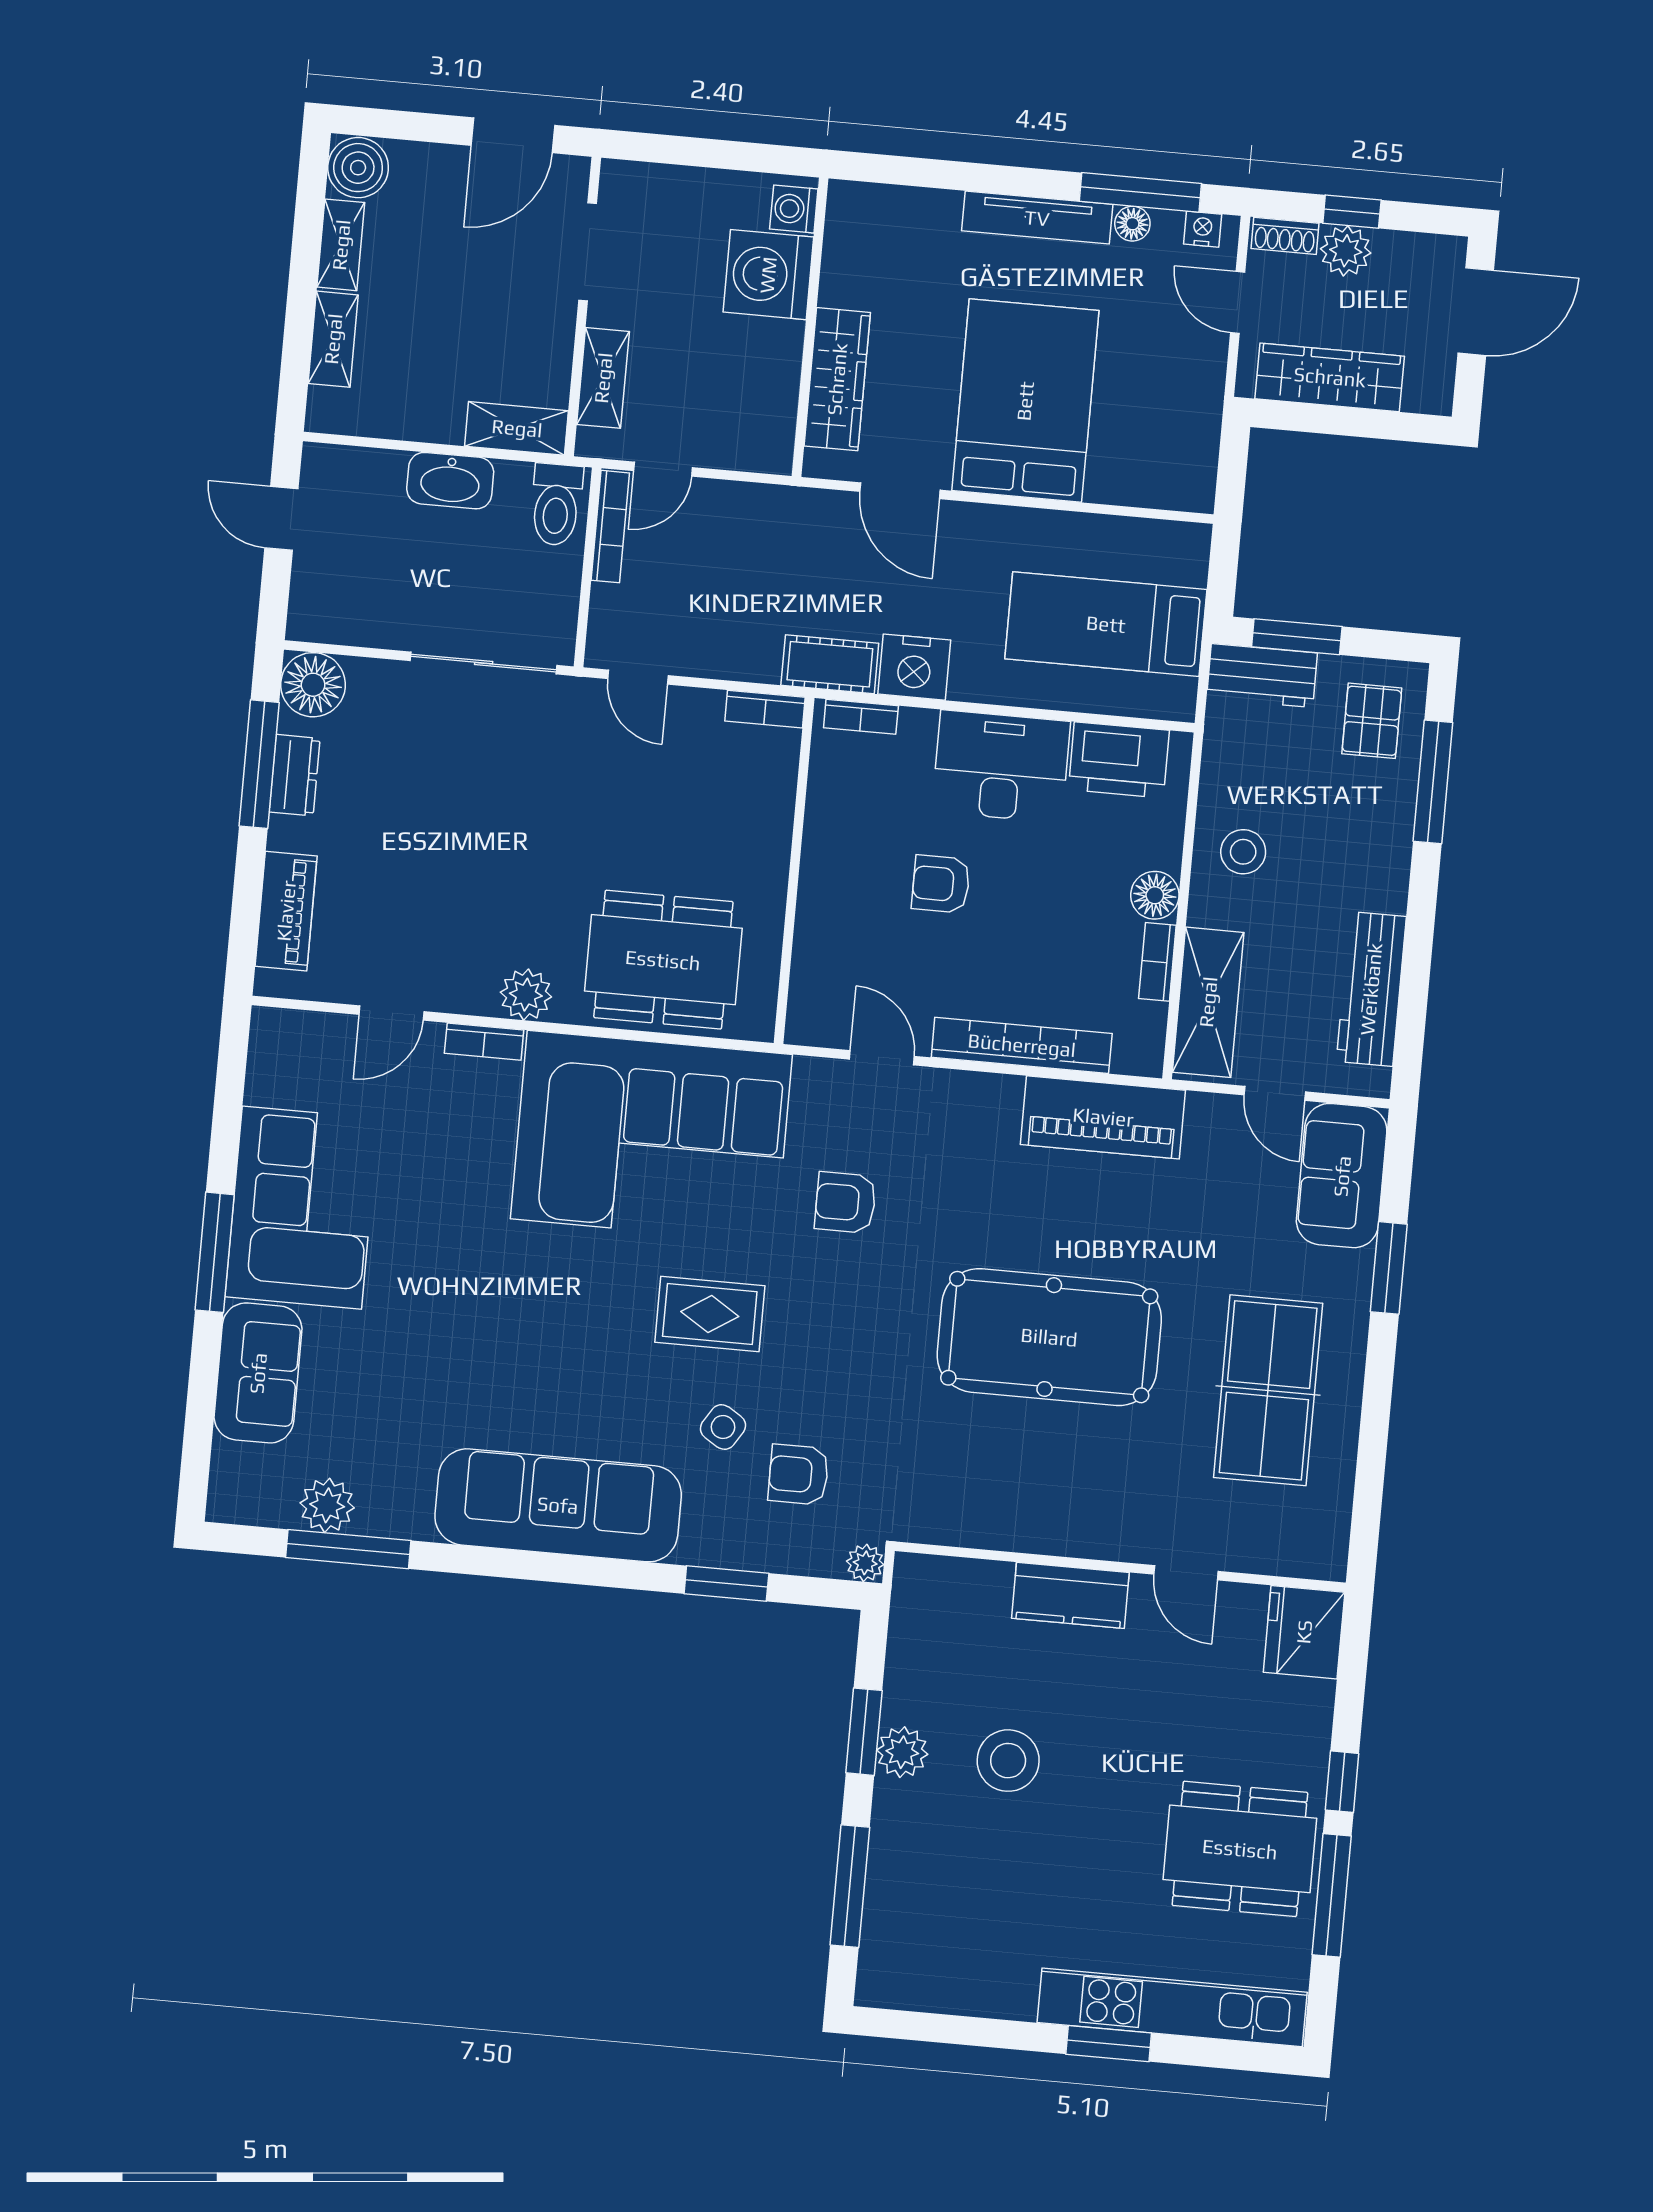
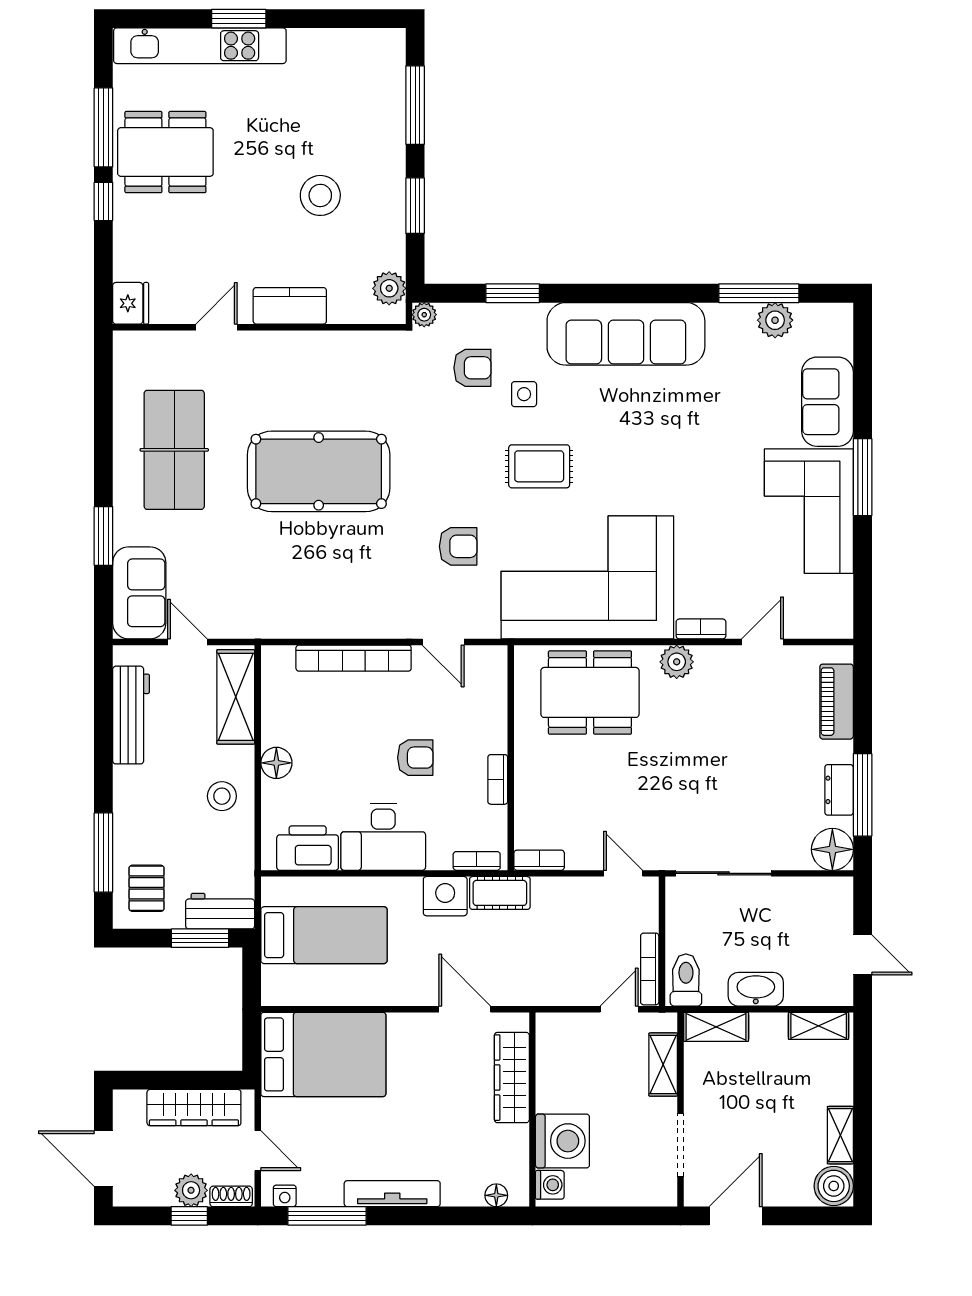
floor lamp: (1132, 224) -> (496, 1195), moved
door: (1476, 312) -> (103, 1159), hinge flipped
shelving: (333, 339) -> (819, 1026), moved, turned 90
bed: (1025, 401) -> (323, 1054), moved, turned -90
bookcase: (1157, 962) -> (498, 779), moved, turned 180
piano: (1103, 1117) -> (297, 616), removed
side table: (723, 1427) -> (524, 394), turned -32
door: (1186, 1573) -> (217, 327), hinge flipped
fridge: (1304, 1632) -> (131, 303), width x0.73, depth x0.75
plant: (902, 1752) -> (389, 288), moved

